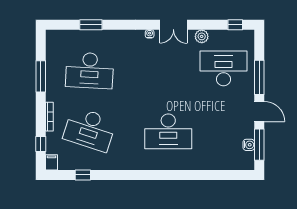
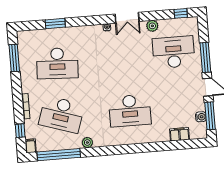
window: (41, 76) -> (14, 58), moved
filing cabinet: (223, 163) -> (179, 134), added
plant: (117, 164) -> (87, 142), added
window: (83, 175) -> (59, 155), width x3.17

